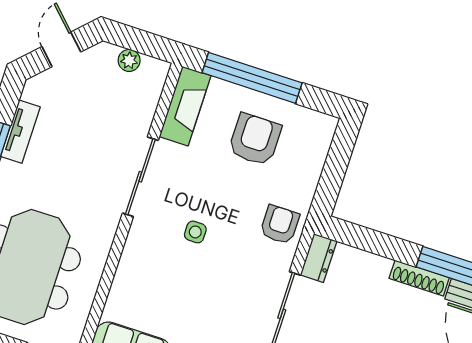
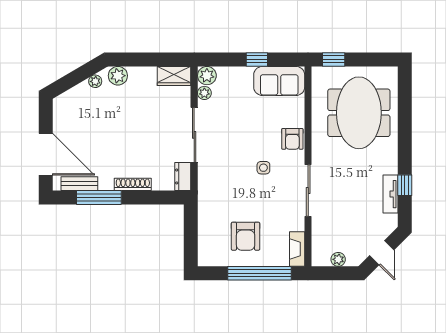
fireplace: (185, 106) -> (297, 249), width x0.73, depth x0.76
armchair: (280, 225) -> (292, 139), moved
shoe rack: (419, 278) -> (133, 184), moved

